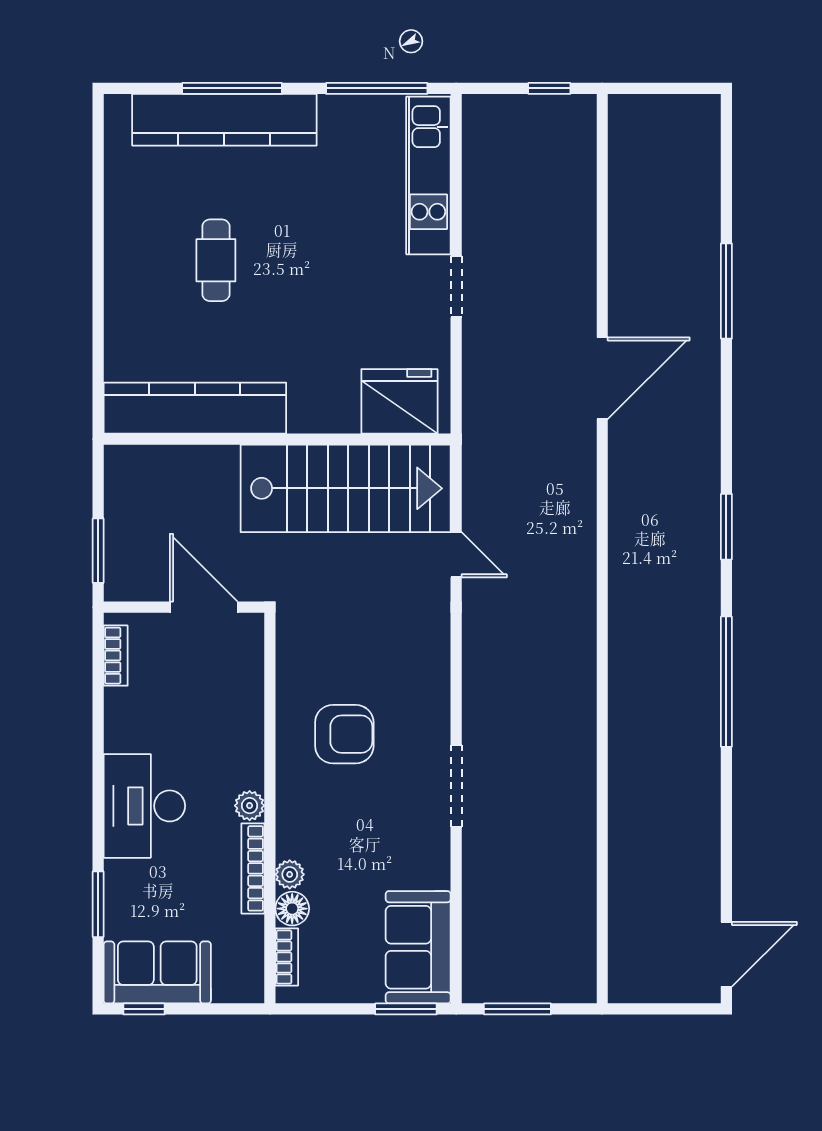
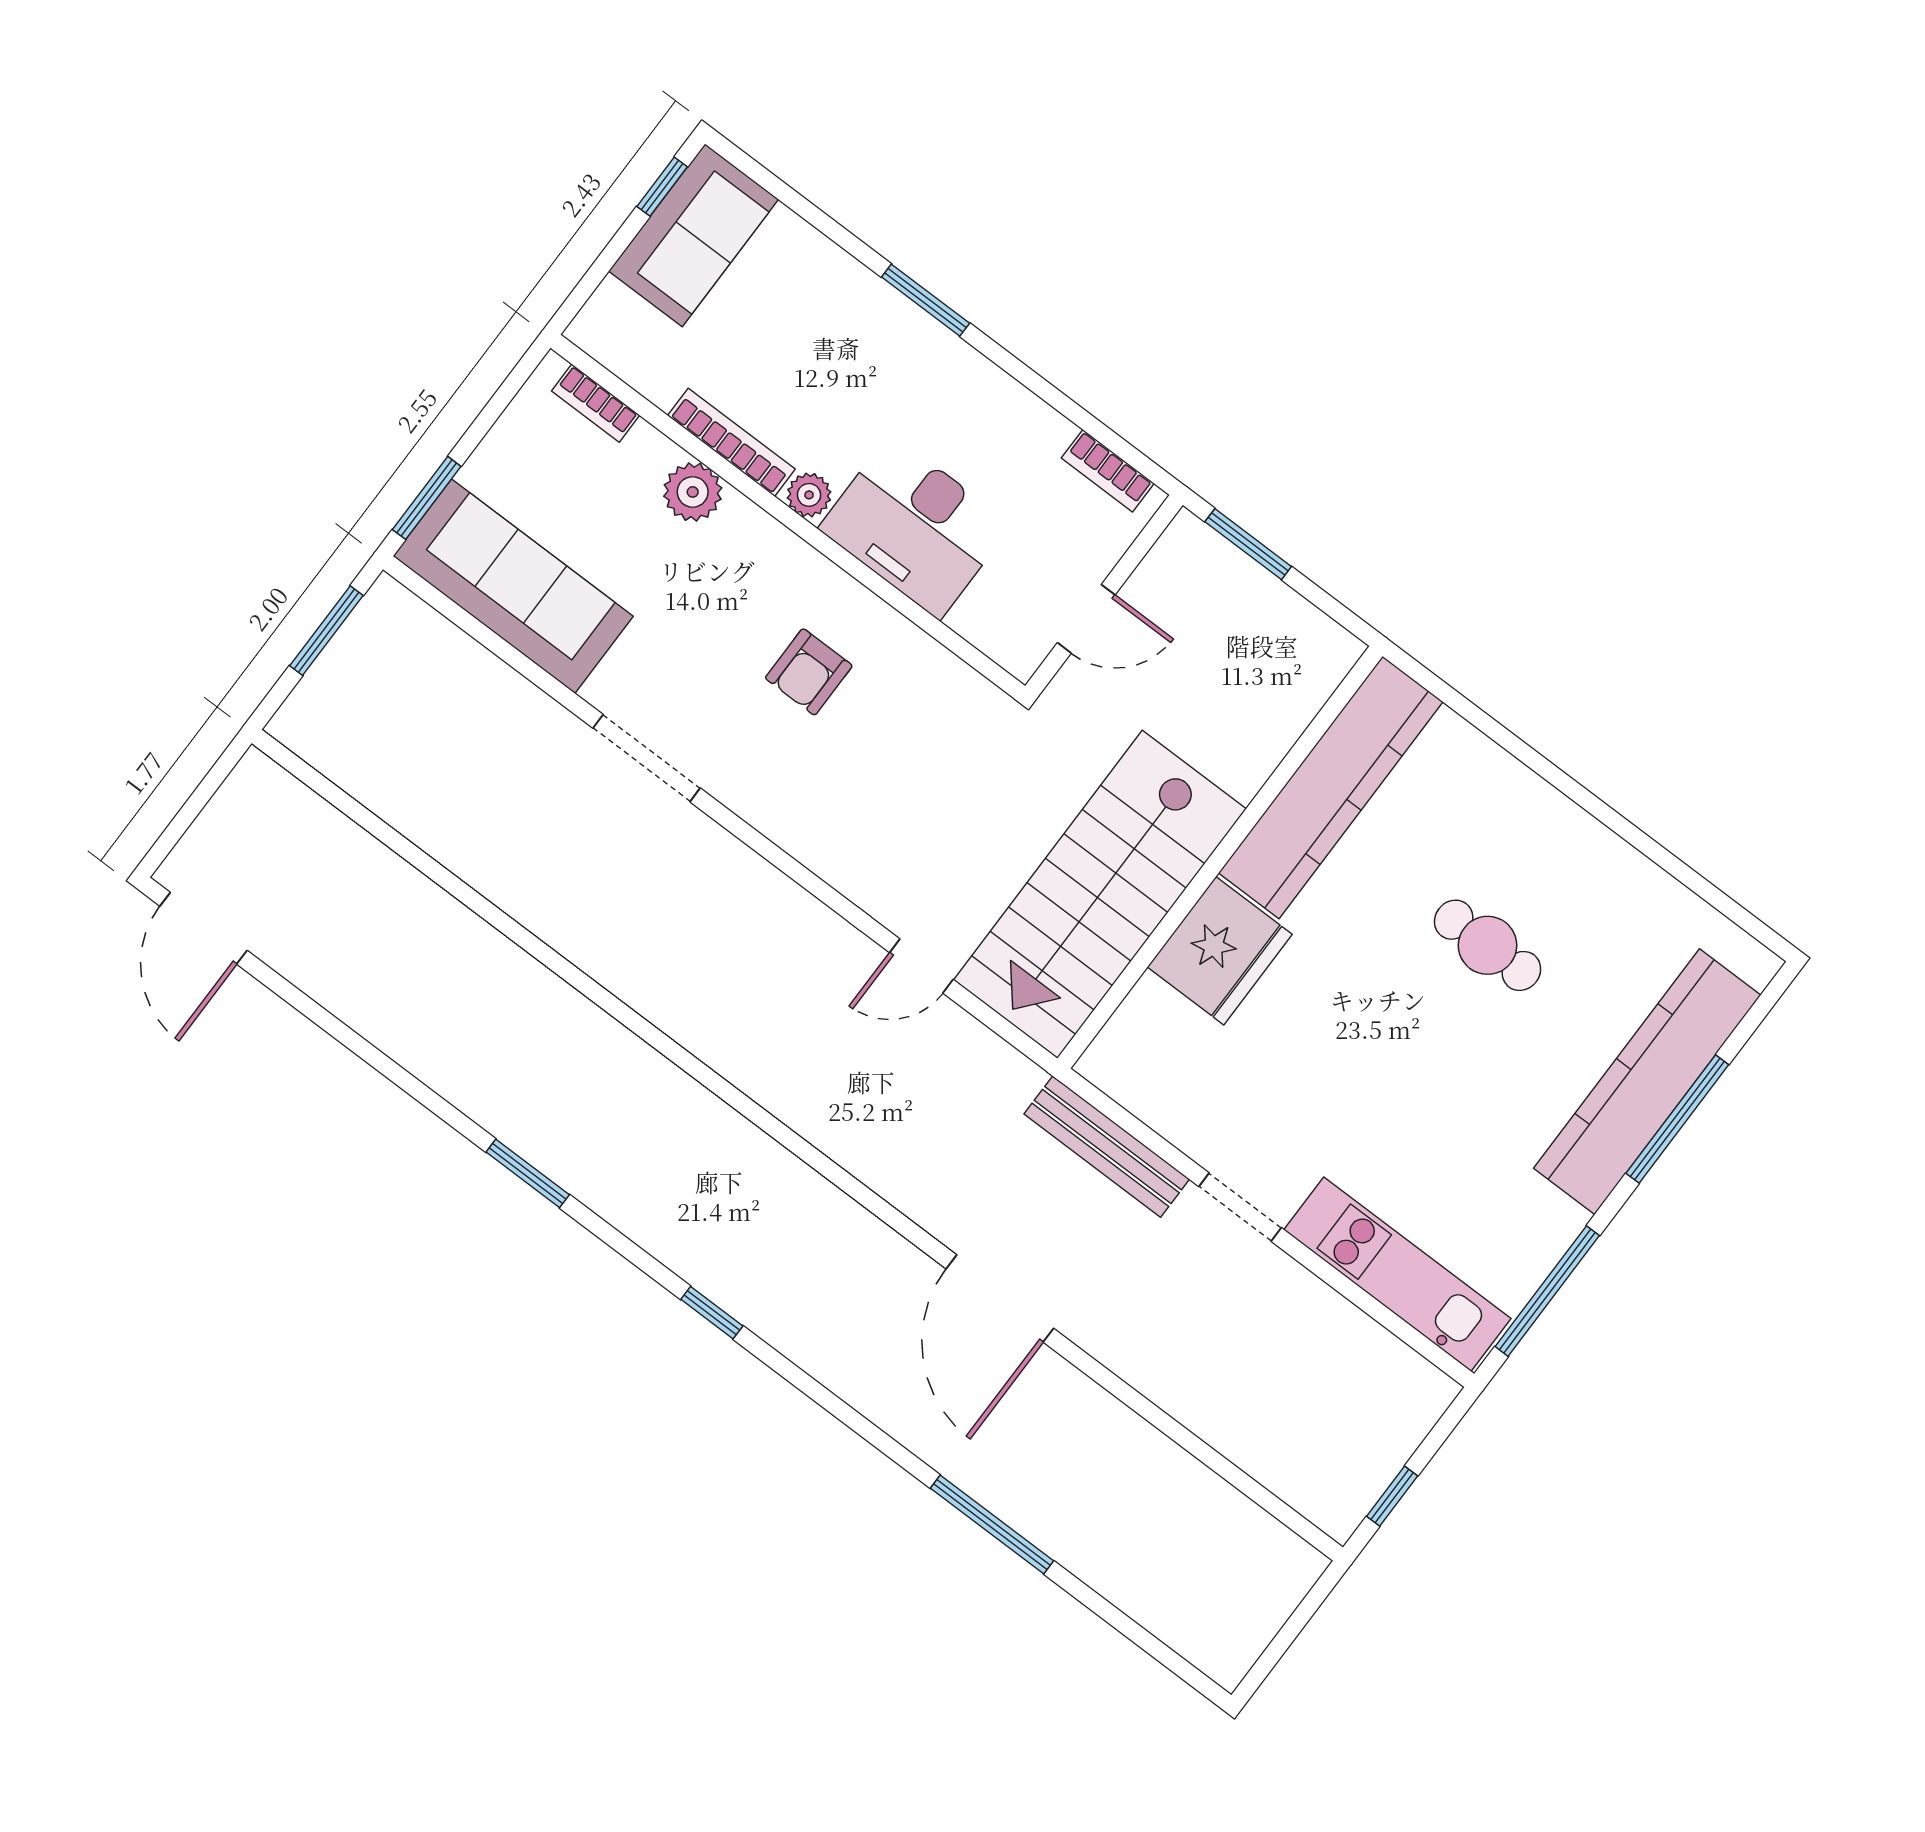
bench: (478, 383) -> (1107, 1147), added
fridge: (399, 401) -> (1220, 951), moved
window: (726, 527) -> (712, 1313), width x0.67
door: (204, 607) -> (1086, 619), width x0.73
window: (726, 682) -> (528, 1173), width x0.47
armchair: (344, 734) -> (809, 672), width x0.72, depth x0.72
desk: (144, 806) -> (915, 527), moved, turned 180
plant: (290, 874) -> (693, 492), width x1.38, depth x1.38
window: (98, 904) -> (926, 300), moved
floor lamp: (292, 909) -> (648, 453), removed
sofa: (418, 947) -> (513, 586), width x1.36

